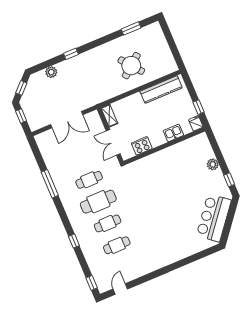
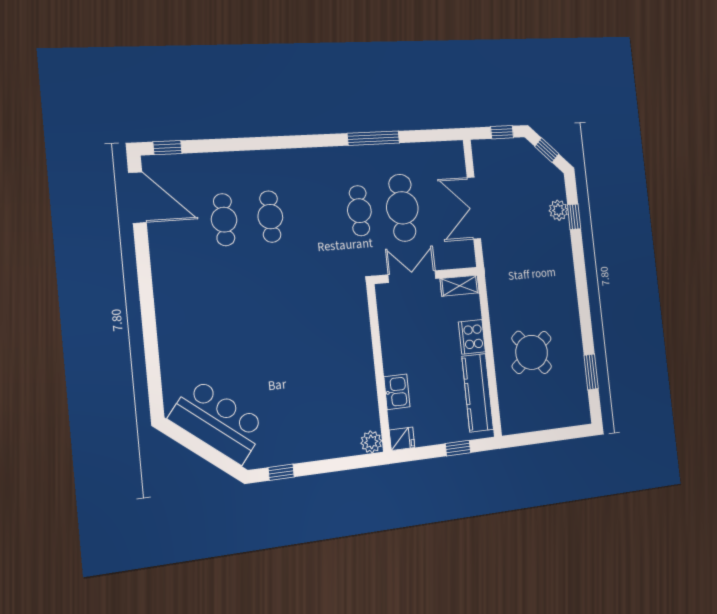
window: (71, 54) -> (574, 217), moved
window: (198, 107) -> (458, 448), moved
cooker: (142, 146) -> (472, 337), moved, turned 180
plant: (213, 164) -> (371, 442), moved
cafe table: (98, 202) -> (402, 208), moved
window: (74, 241) -> (257, 144), removed
door: (120, 289) -> (137, 198), width x1.88

